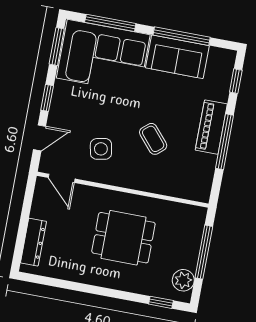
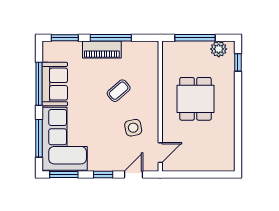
window: (236, 81) -> (65, 38), width x1.50
door: (40, 138) -> (133, 174), hinge flipped
dresser: (33, 242) -> (211, 165), removed

